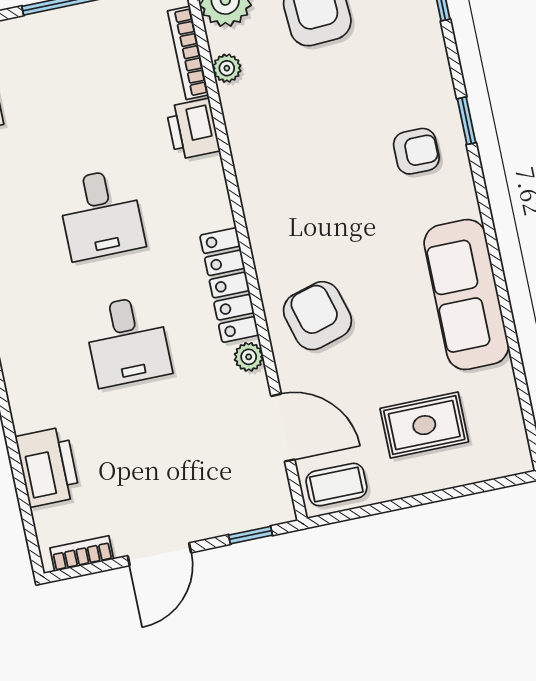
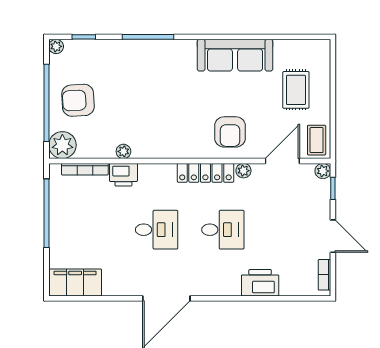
plant: (227, 68) -> (123, 151), moved
window: (467, 121) -> (148, 37), width x2.17
armchair: (416, 151) -> (158, 65), removed
armchair: (317, 316) -> (230, 132), turned -74
printer: (48, 467) -> (260, 283), moved
plant: (280, 509) -> (323, 171), added

